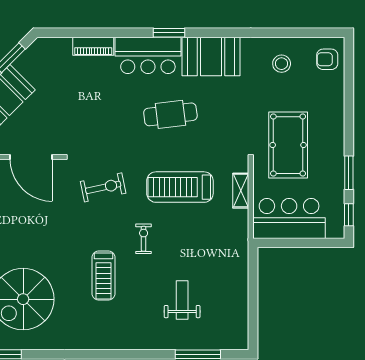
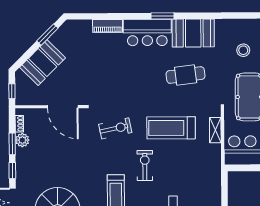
stool: (282, 64) -> (243, 50), moved
cafe table: (170, 114) -> (186, 75), moved
exercise bike: (144, 239) -> (145, 166), width x1.38, depth x1.39

